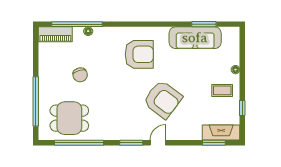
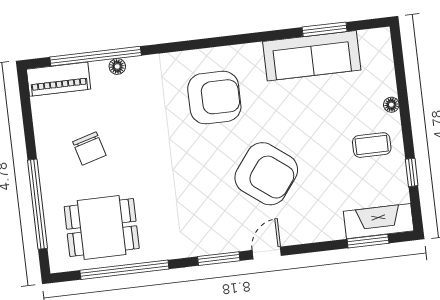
chair: (80, 75) -> (89, 148), moved

